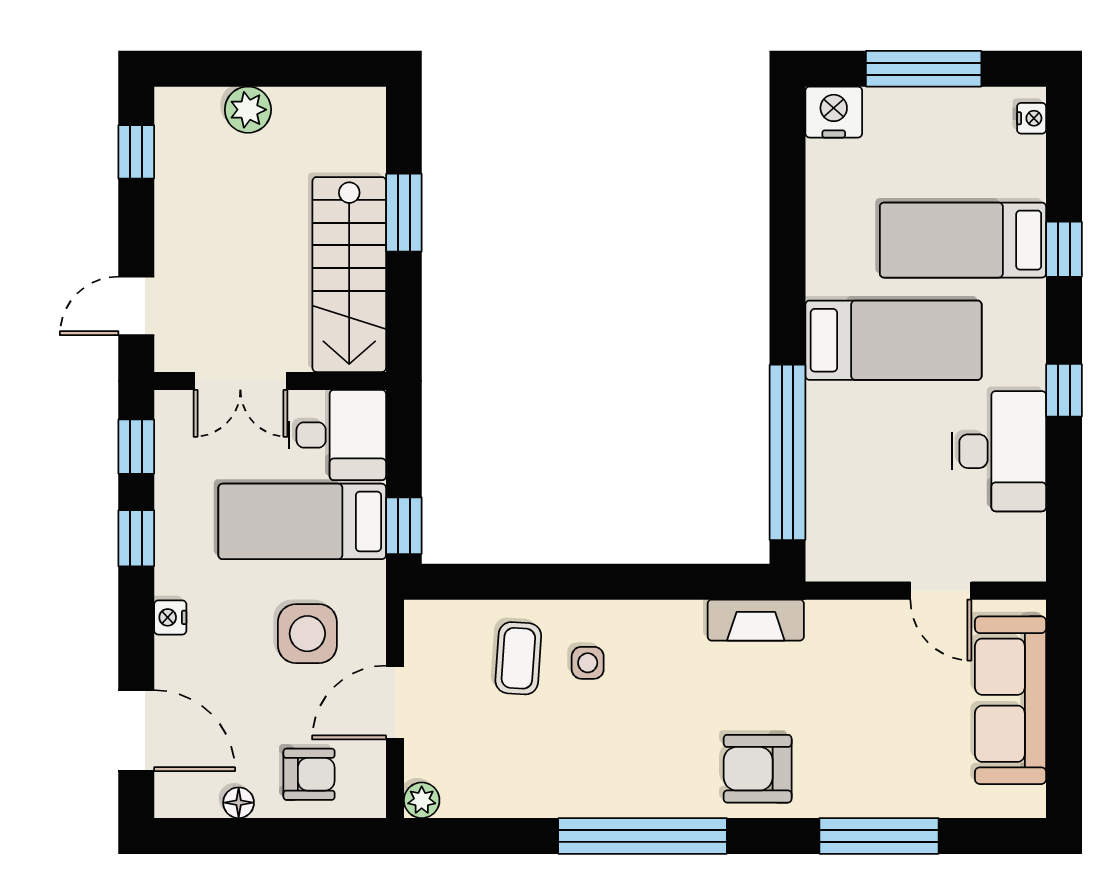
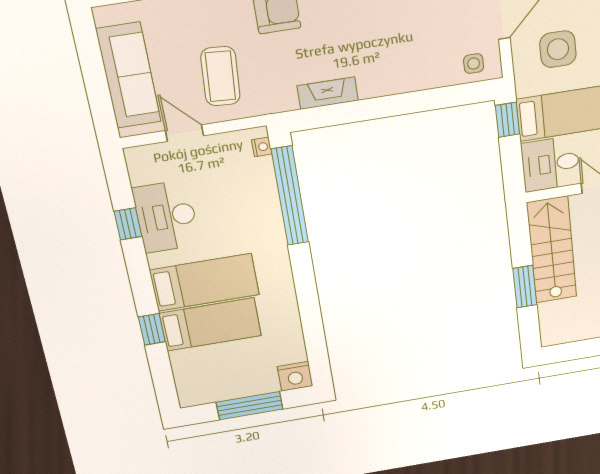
nightstand: (1032, 118) -> (262, 147), moved, turned 180
bed: (893, 340) -> (205, 282), moved, turned 180
window: (1064, 390) -> (128, 224), moved
fireplace: (756, 620) -> (328, 93), moved
coffee table: (518, 658) -> (220, 76), moved, width x1.36, depth x1.30
side table: (588, 663) -> (474, 64), moved

